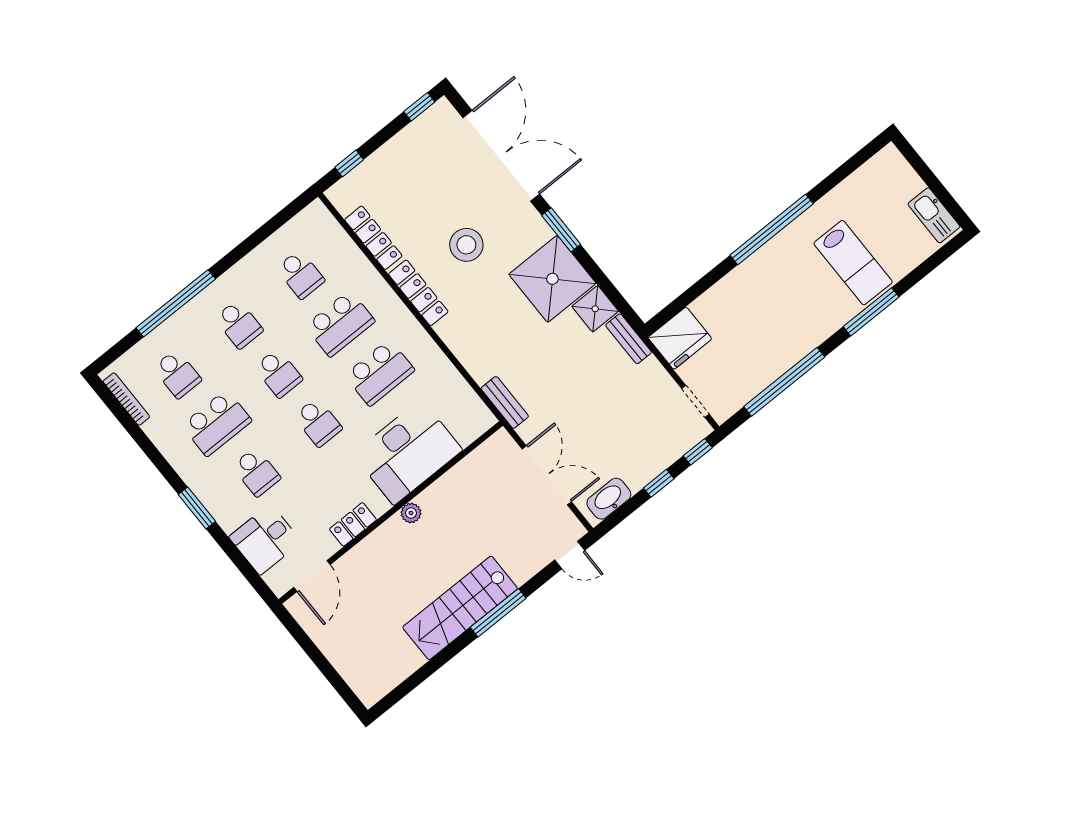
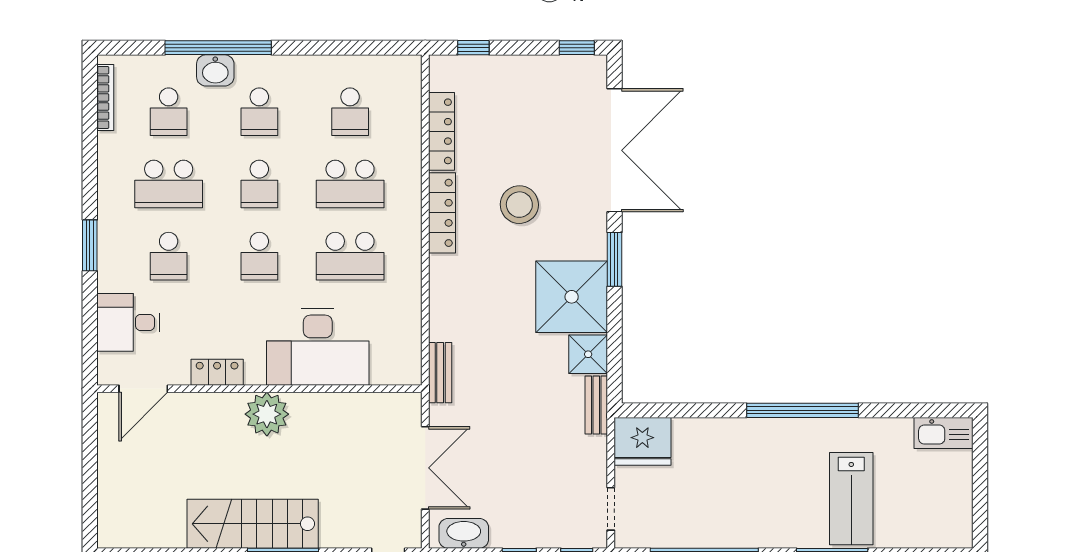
kitchen sink: (934, 215) -> (944, 433), moved, turned -90
washbasin: (186, 320) -> (215, 70), added
plant: (411, 513) -> (267, 414), width x1.88, depth x1.88

